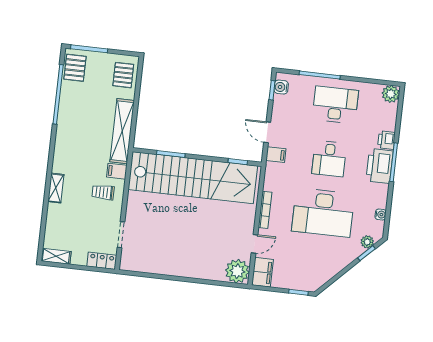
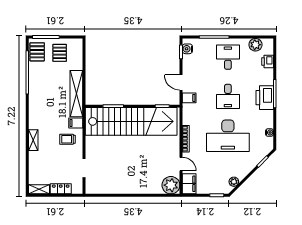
pallet: (123, 75) -> (60, 53), moved
plant: (391, 94) -> (255, 45), moved
desk: (335, 105) -> (228, 57), width x0.73
printer: (386, 140) -> (268, 61), moved
plant: (367, 242) -> (234, 182), moved
door: (255, 244) -> (181, 164), hinge flipped
locker: (102, 261) -> (61, 189), moved

